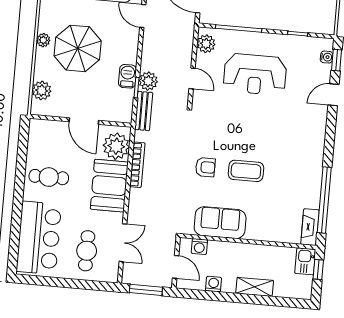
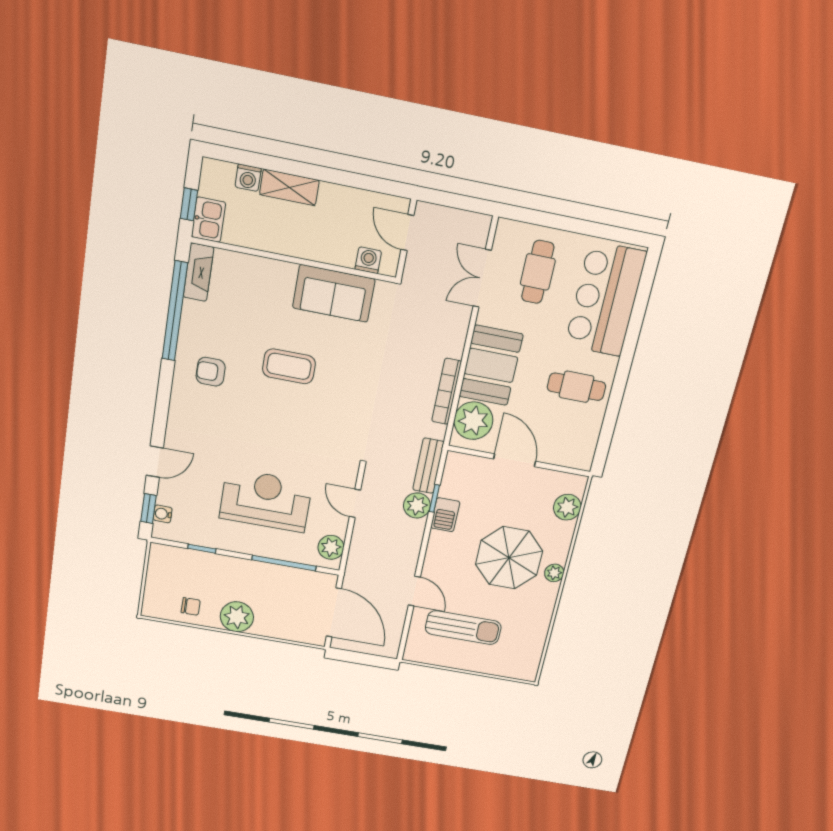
armchair: (205, 167) -> (211, 372), moved
washing machine: (214, 284) -> (248, 178), moved
window: (146, 290) -> (457, 201), removed

